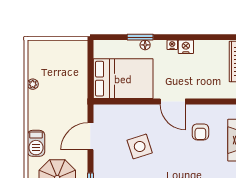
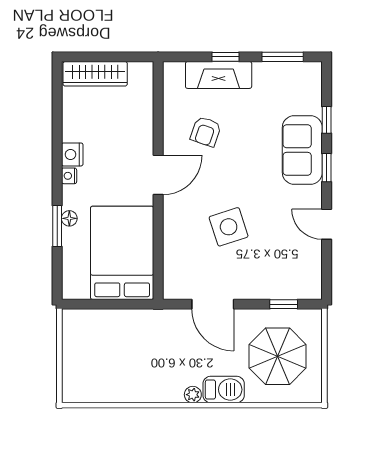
plant: (33, 84) -> (193, 395), moved
armchair: (200, 132) -> (206, 132), turned 109

